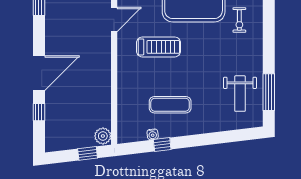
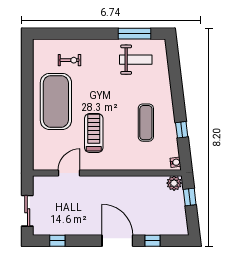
door: (114, 19) -> (69, 173), hinge flipped
water cooler: (153, 134) -> (175, 162), moved

